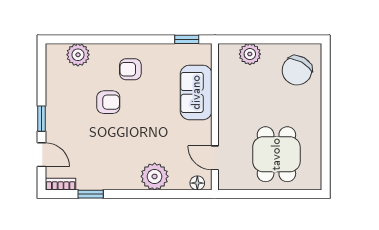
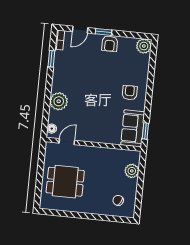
plant: (78, 55) -> (144, 46), moved
chair: (297, 70) -> (118, 200), width x0.54, depth x0.54
sofa: (196, 92) -> (133, 128), moved, turned -90
armchair: (108, 102) -> (110, 44), moved

